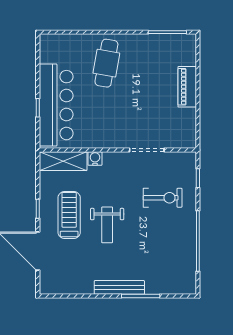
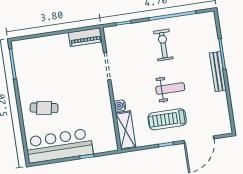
cafe table: (106, 63) -> (44, 108), width x0.73, depth x0.74
piano: (187, 87) -> (85, 37), moved
bar counter: (56, 105) -> (59, 146), moved
exercise bike: (163, 198) -> (163, 45), moved

